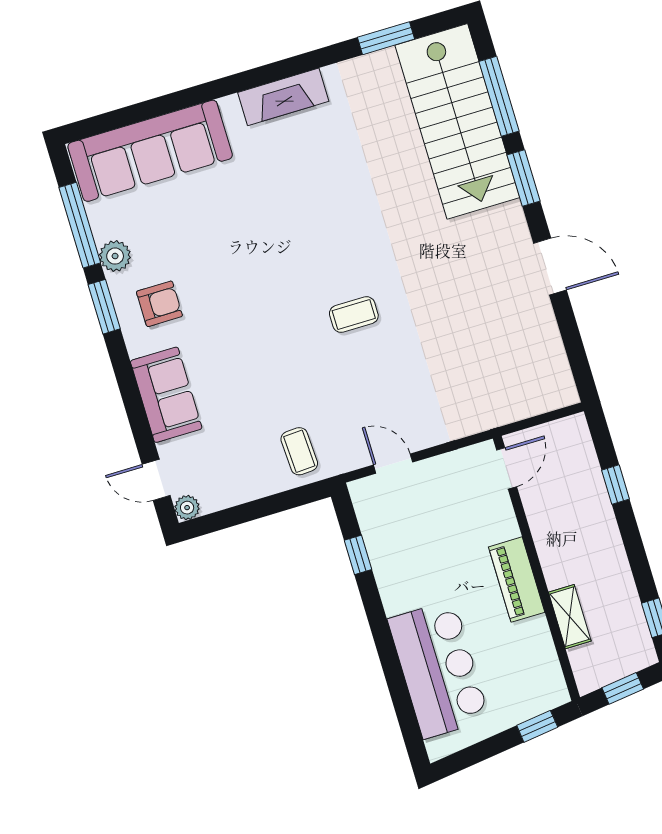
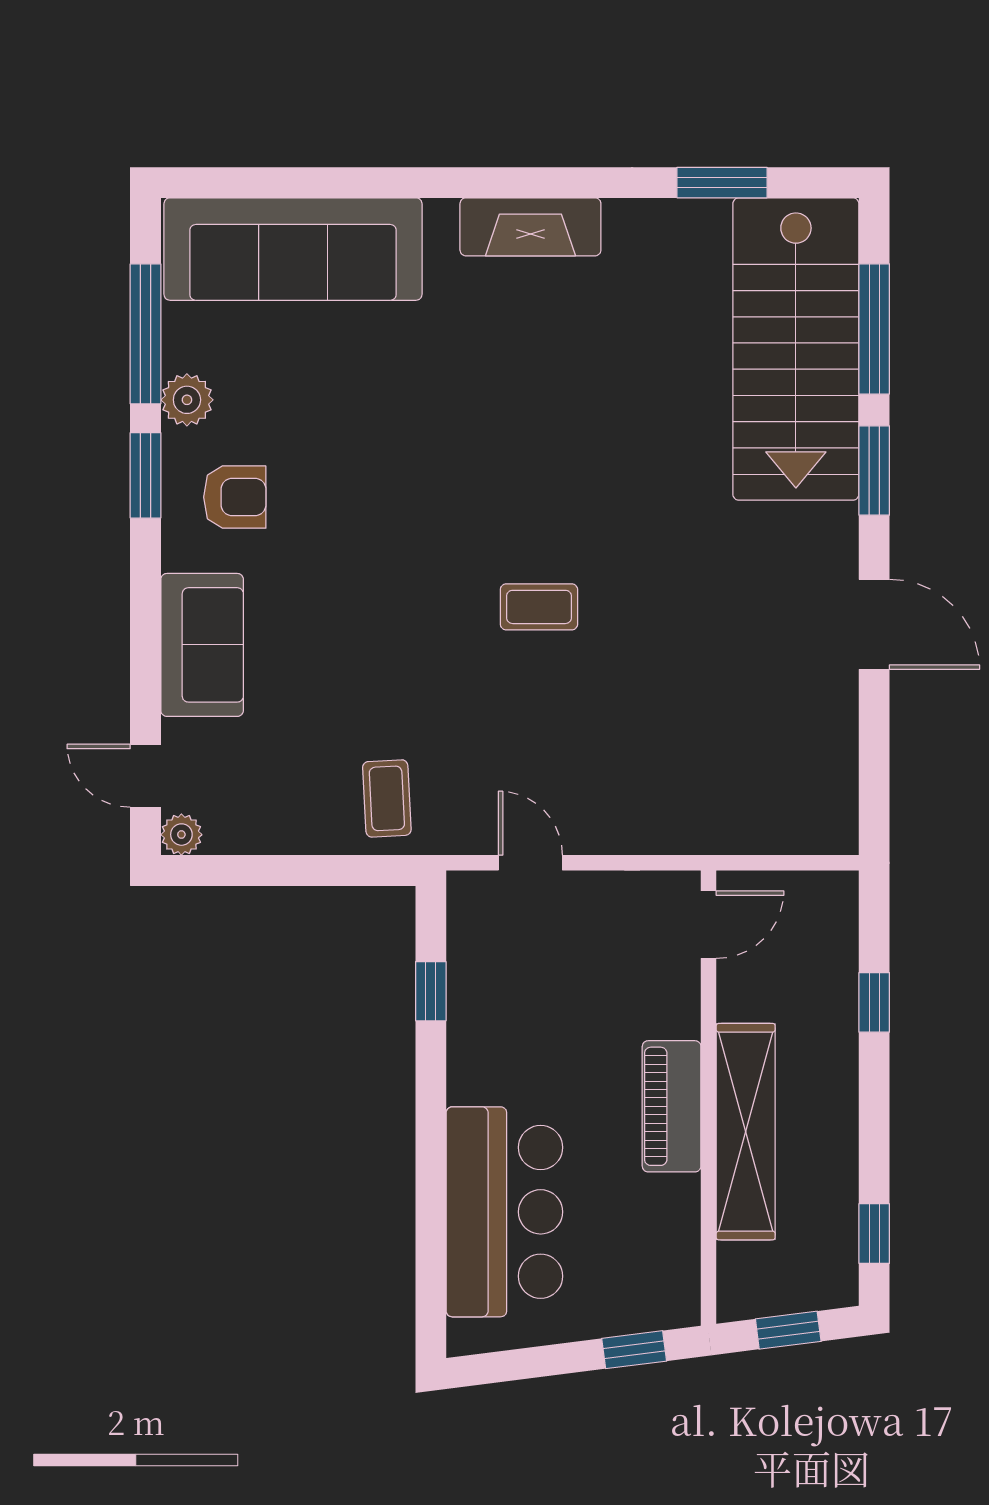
shelving: (570, 617) -> (746, 1132), width x2.20, depth x1.33

